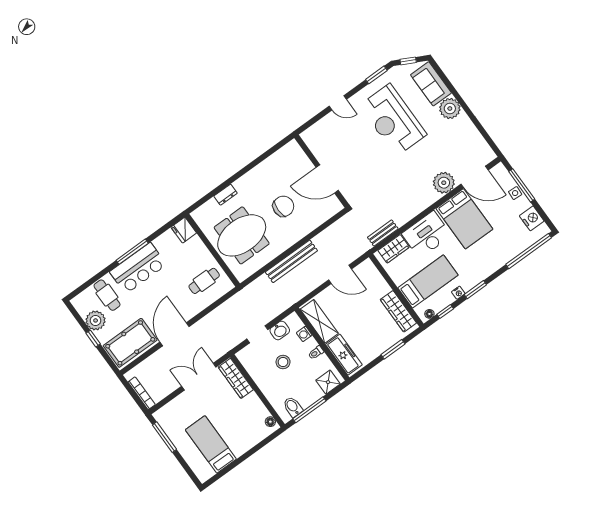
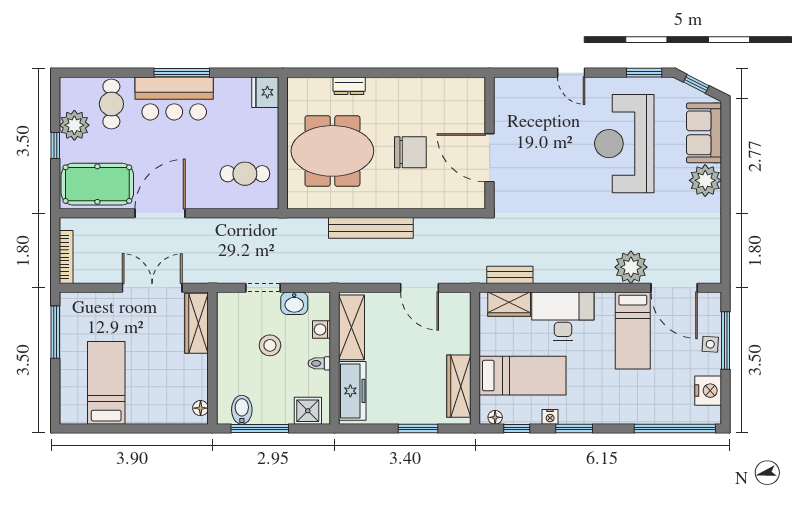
bed: (464, 219) -> (633, 331), width x0.67

